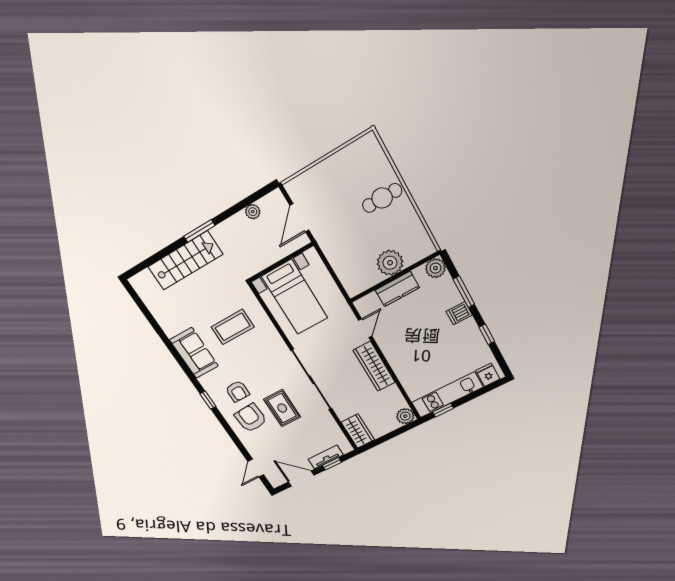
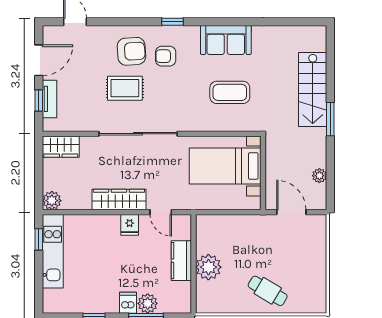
cafe table: (382, 198) -> (268, 291), turned -59
plant: (436, 268) -> (148, 303), moved
coffee table: (233, 327) -> (230, 92), turned 90
fridge: (488, 375) -> (130, 225), moved, turned 90

